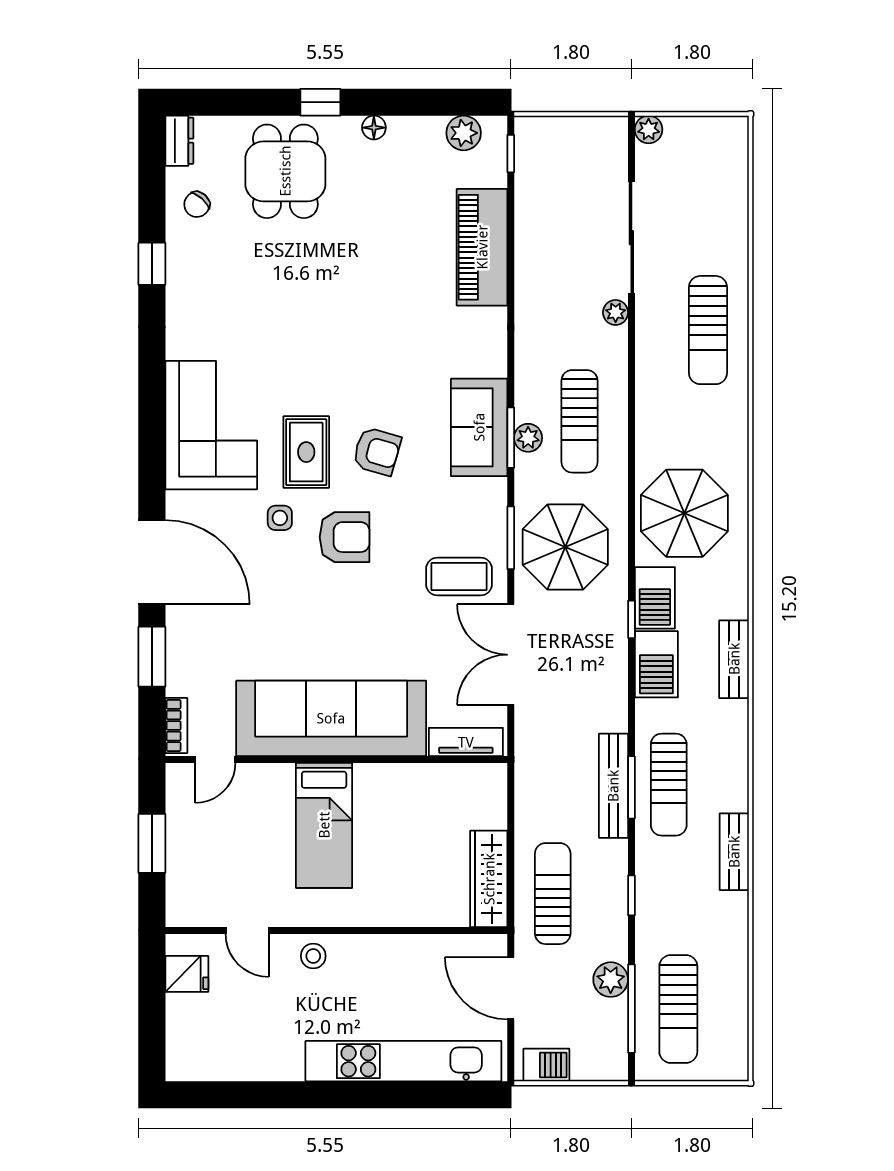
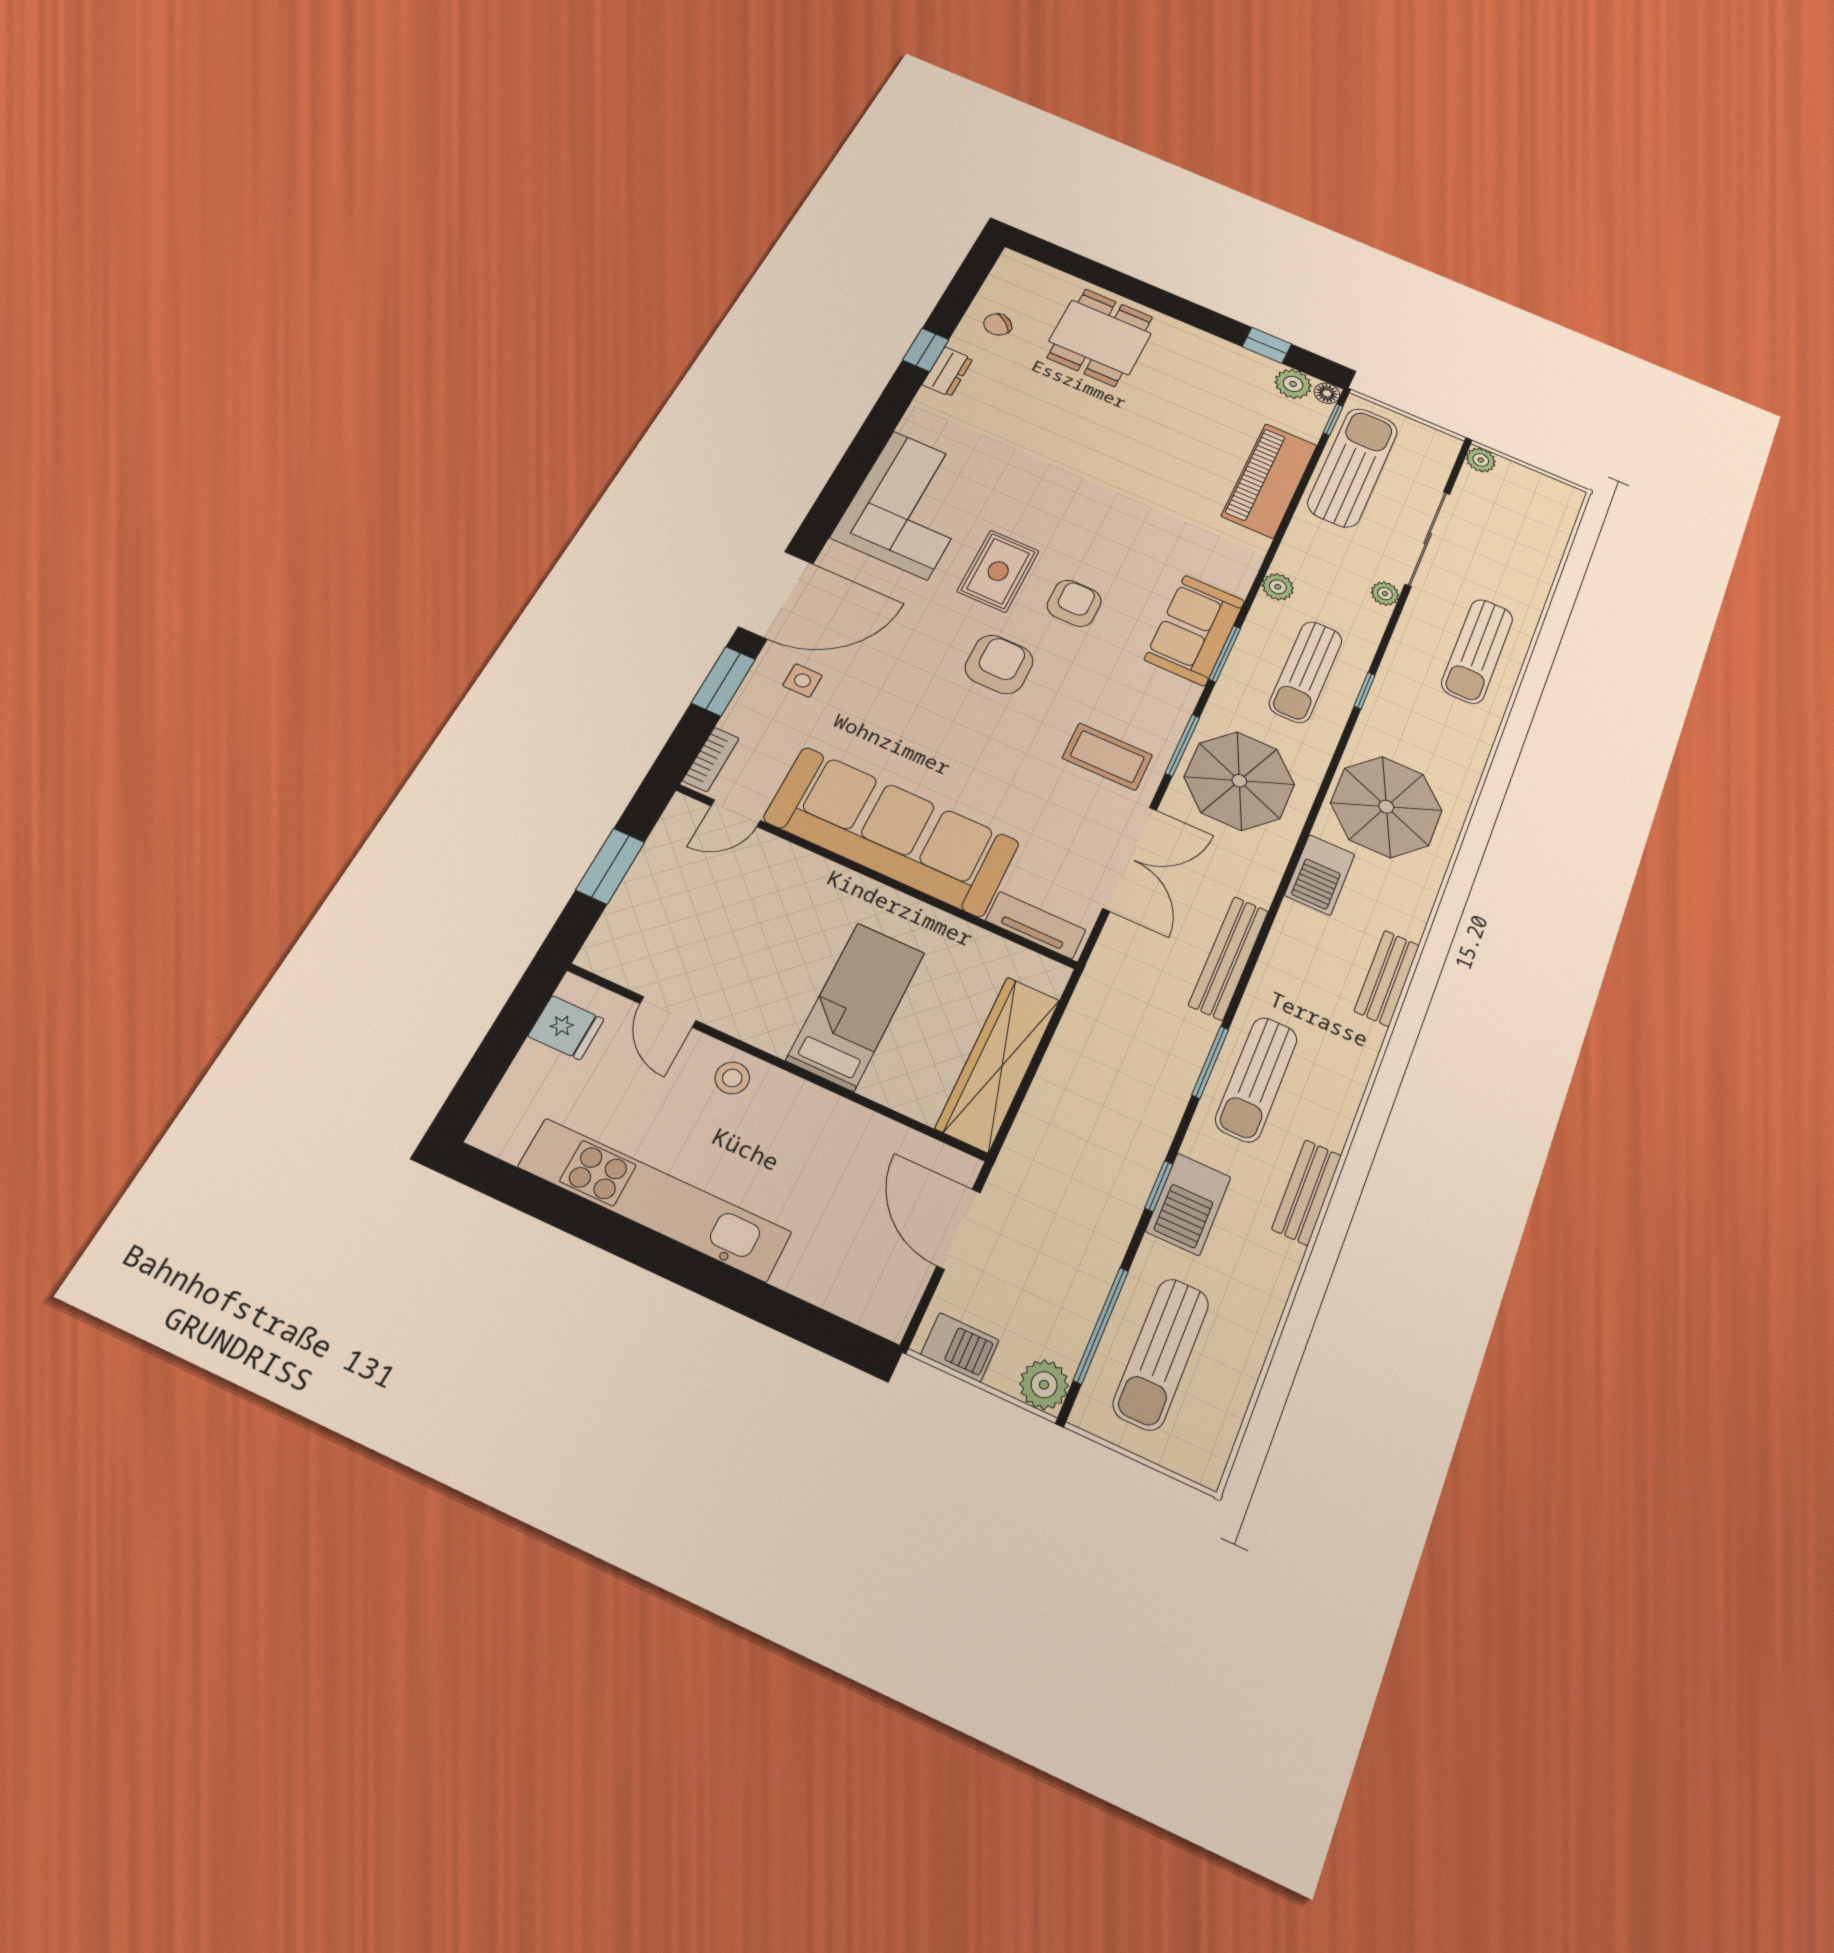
window: (320, 102) -> (1267, 345), moved
floor lamp: (374, 128) -> (1327, 393), moved
dresser: (179, 141) -> (948, 372), moved
plant: (528, 438) -> (1278, 587), moved
armchair: (377, 451) -> (1074, 603), turned -106
side table: (280, 518) -> (803, 680), moved
armchair: (345, 537) -> (999, 664), turned -90
door: (152, 562) -> (776, 595), hinge flipped
window: (631, 619) -> (1365, 691), moved
double door: (511, 655) -> (1130, 859), swing flipped
barbecue: (656, 664) -> (1188, 1204), moved
bench: (613, 786) -> (1229, 958), moved
bed: (324, 825) -> (856, 1006), moved, turned 180
wardrobe: (489, 879) -> (998, 1063), width x1.40, depth x1.17
sun lounger: (553, 894) -> (1353, 467), moved, width x1.36, depth x1.34
plant: (611, 980) -> (1044, 1385), moved
kitchen unit: (403, 1061) -> (655, 1200), moved

